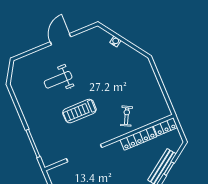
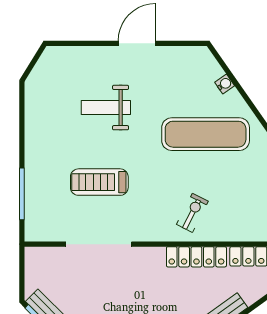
exercise mat: (116, 72) -> (206, 134), added
treadmill: (79, 111) -> (99, 182), moved

